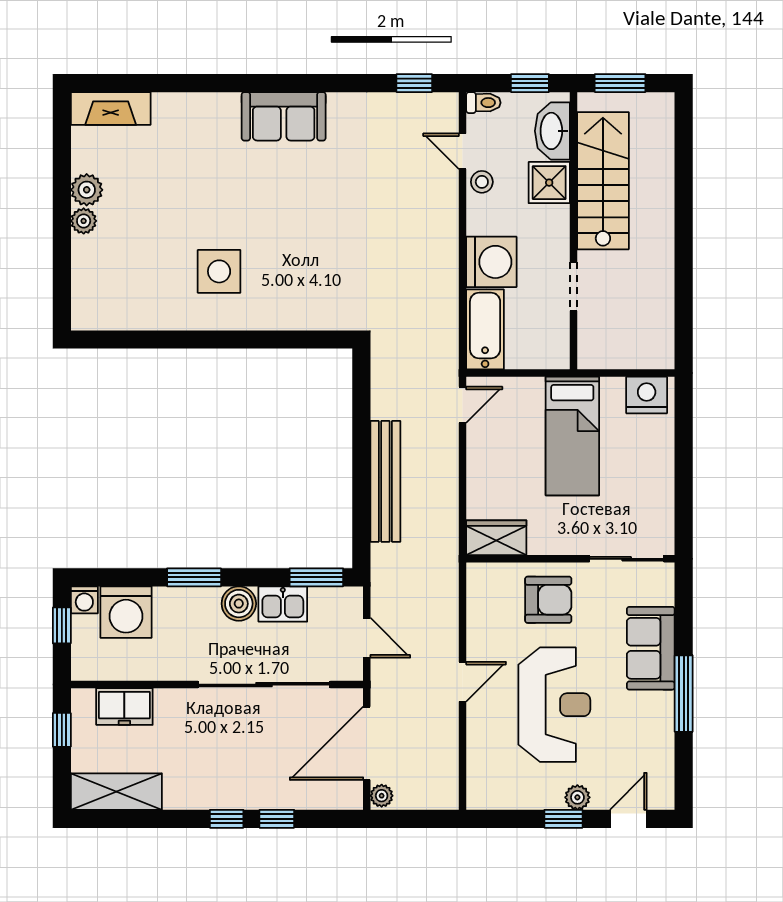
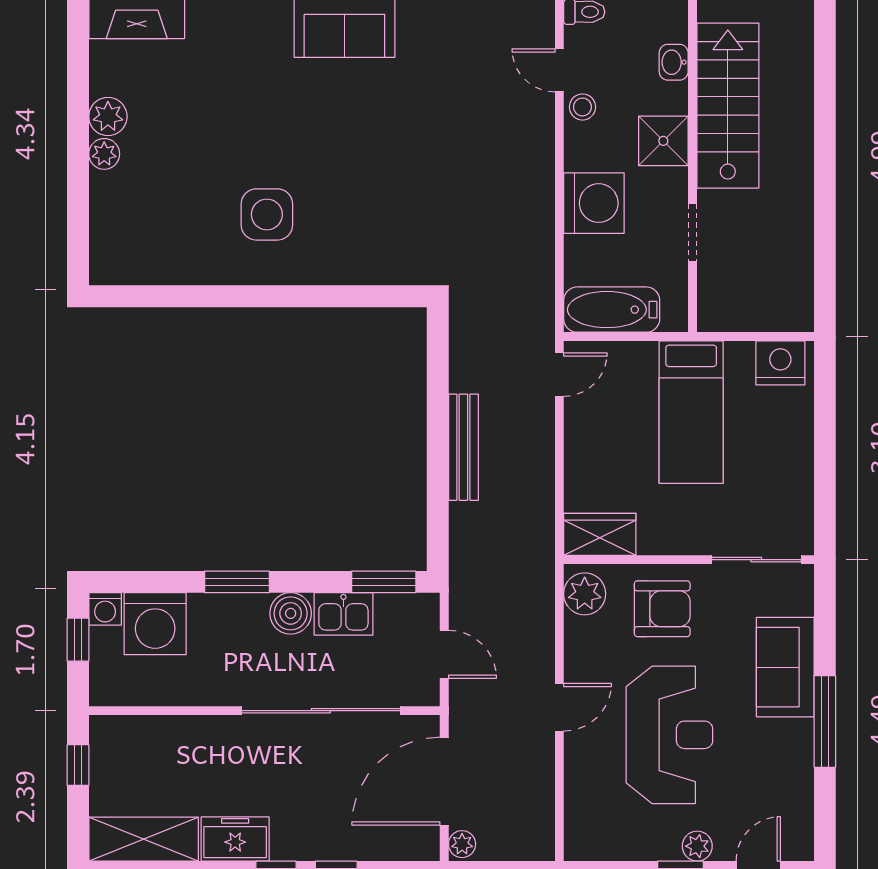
washbasin: (552, 131) -> (674, 62), width x0.52, depth x0.69
shower: (549, 183) -> (663, 141), moved
bathtub: (485, 329) -> (612, 310), moved, turned -90
bench: (385, 481) -> (463, 447), width x0.73, depth x0.82
plant: (484, 587) -> (585, 594), added
freezer: (124, 707) -> (235, 839), moved, turned 180

